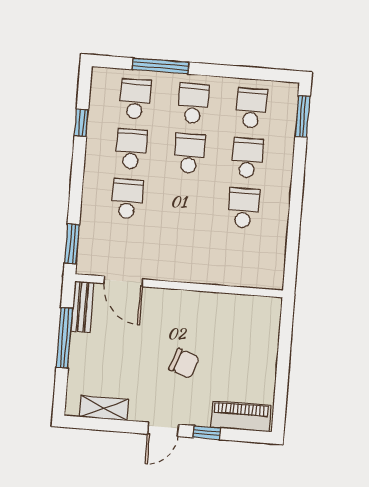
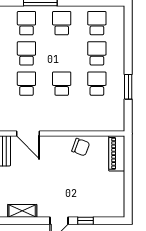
window: (303, 116) -> (128, 87), moved
school desk: (189, 153) -> (62, 84), moved
chair: (184, 363) -> (81, 147), moved
piano: (241, 416) -> (117, 153), moved, turned -90

